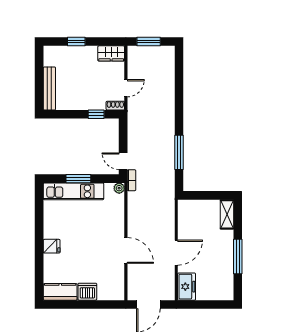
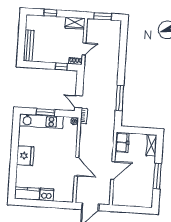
fridge: (52, 246) -> (25, 156), width x1.88, depth x1.34
freezer: (187, 287) -> (122, 142), moved

